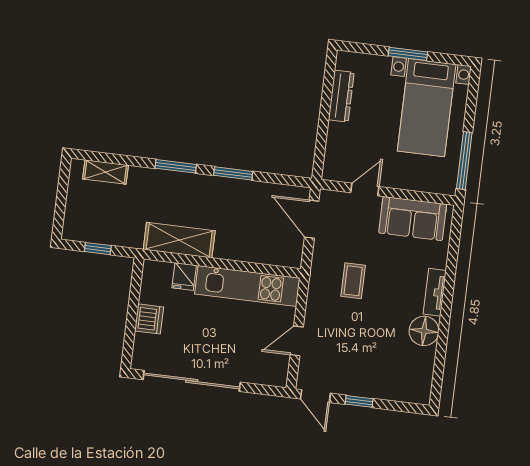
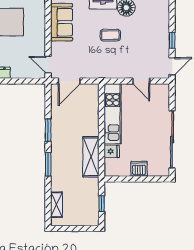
door: (365, 190) -> (48, 65), moved
coffee table: (353, 281) -> (110, 35), moved

